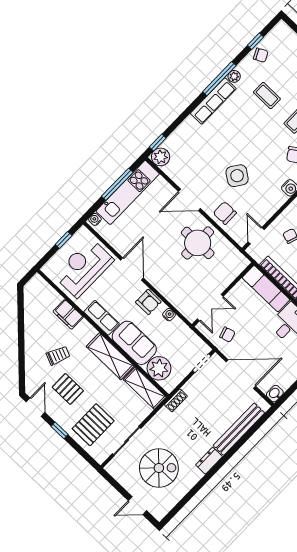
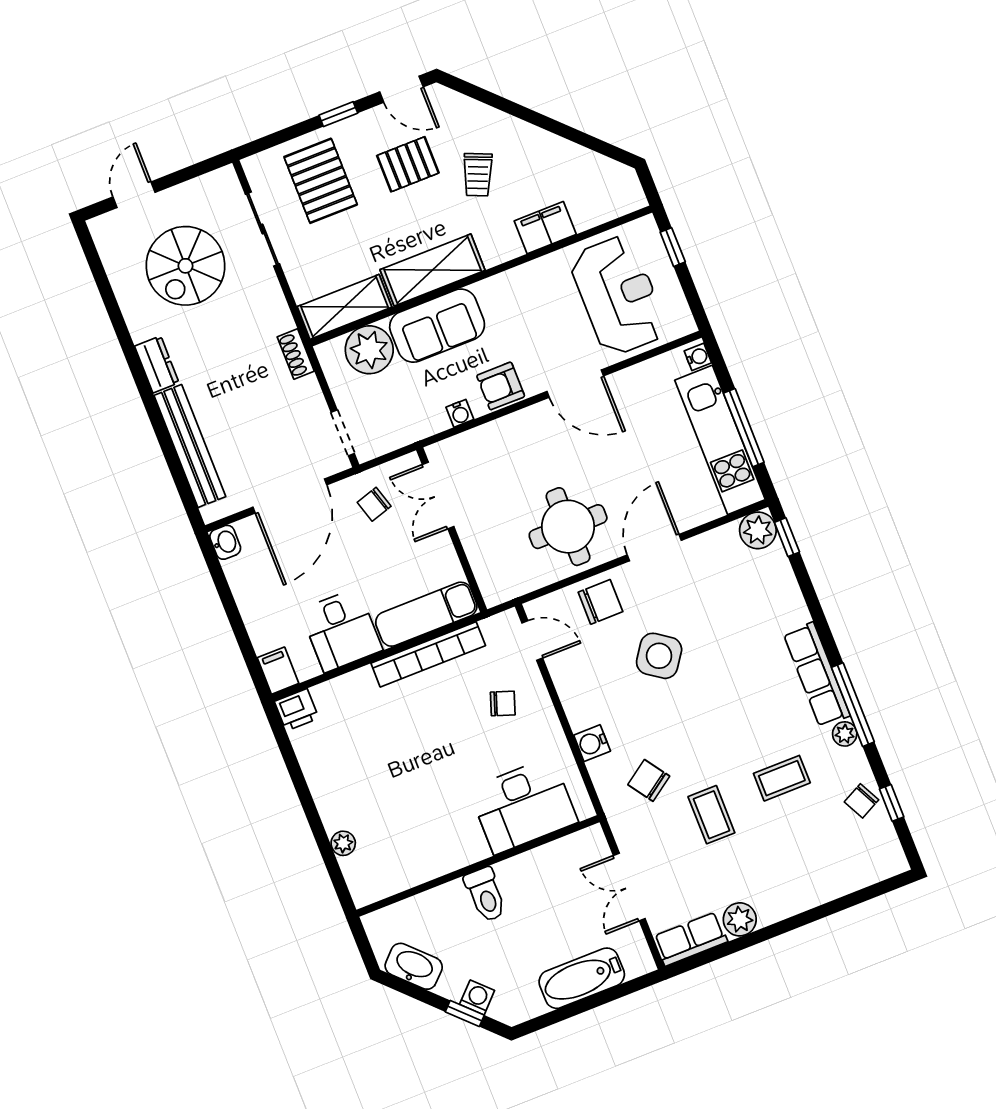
window: (64, 240) -> (673, 247), moved
row of seats: (102, 318) -> (511, 286), removed

